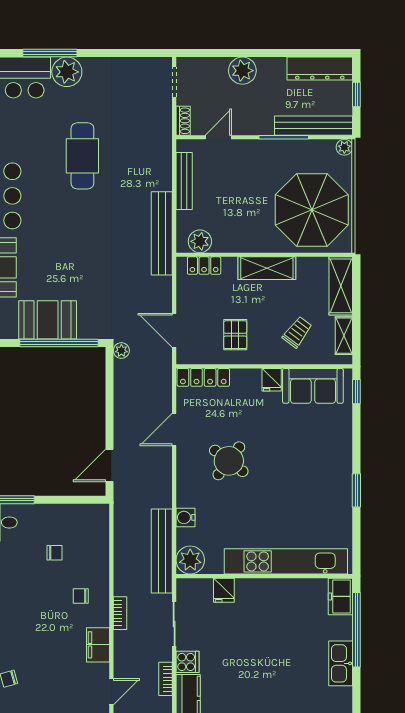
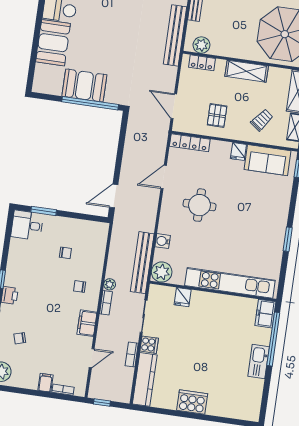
plant: (121, 351) -> (110, 284), moved
round table: (229, 461) -> (199, 205), turned -37

